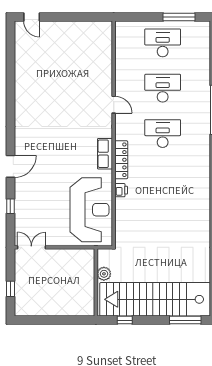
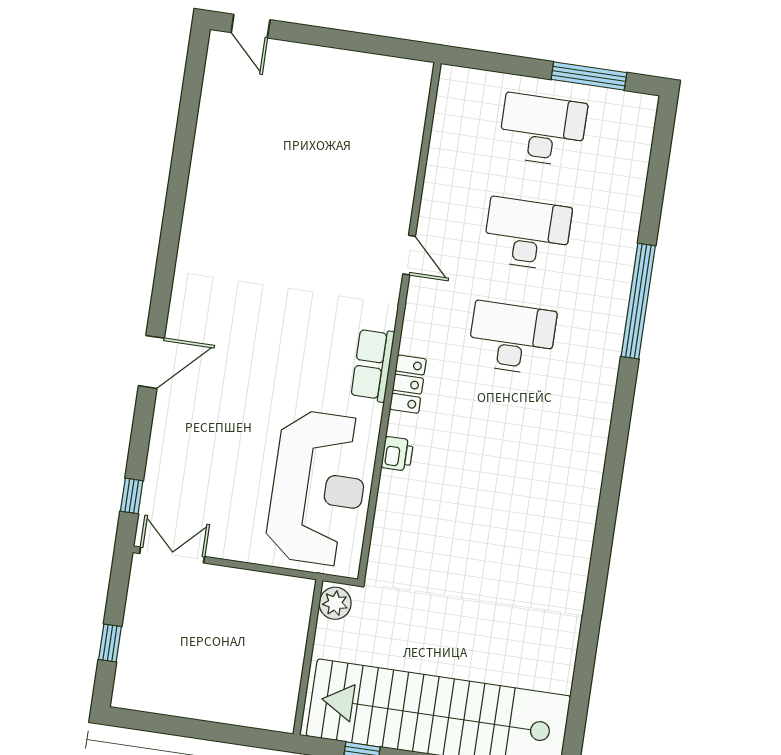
locker: (121, 160) -> (408, 384), width x0.66
window: (10, 206) -> (132, 496), moved
plant: (104, 274) -> (335, 603), moved

